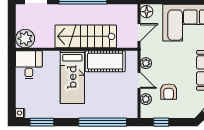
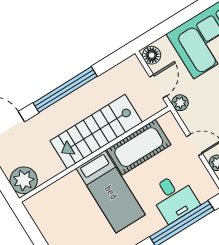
plant: (146, 63) -> (180, 103), moved
desk: (29, 65) -> (174, 198), moved, turned 180

